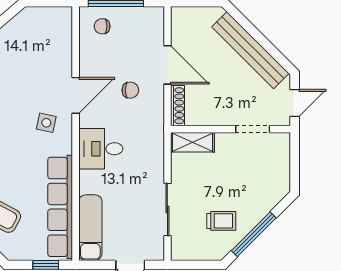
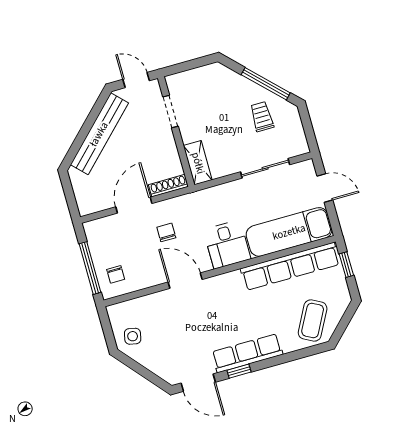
side table: (46, 123) -> (133, 336), moved
exam couch: (90, 228) -> (289, 232), width x1.36, depth x1.45

